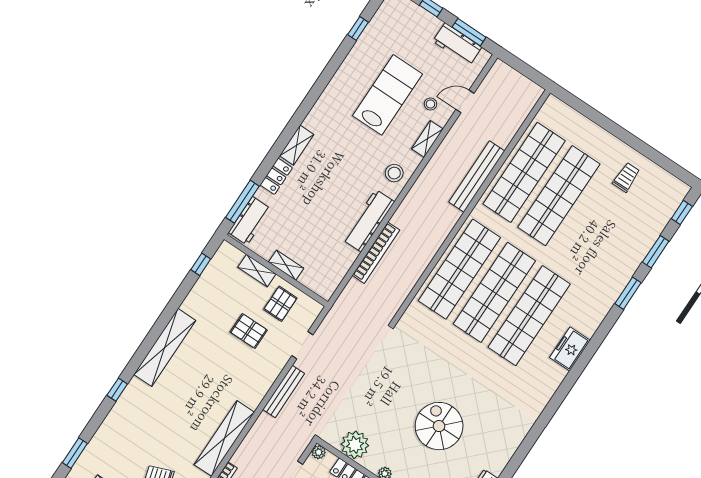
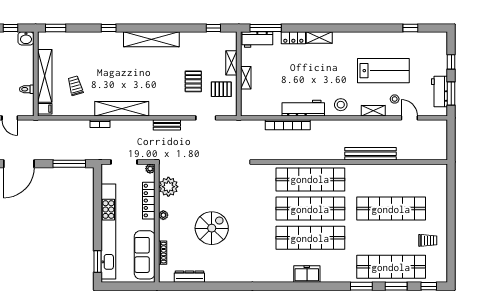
shop shelf: (524, 172) -> (391, 267), moved
bench: (284, 391) -> (167, 125), width x0.73

